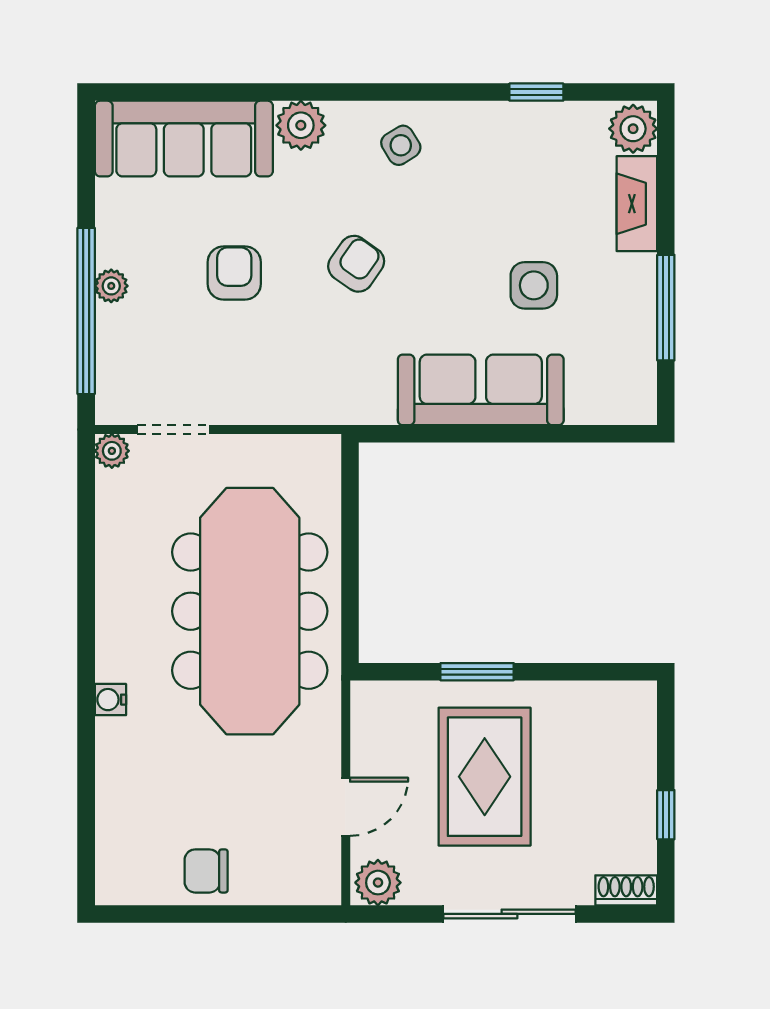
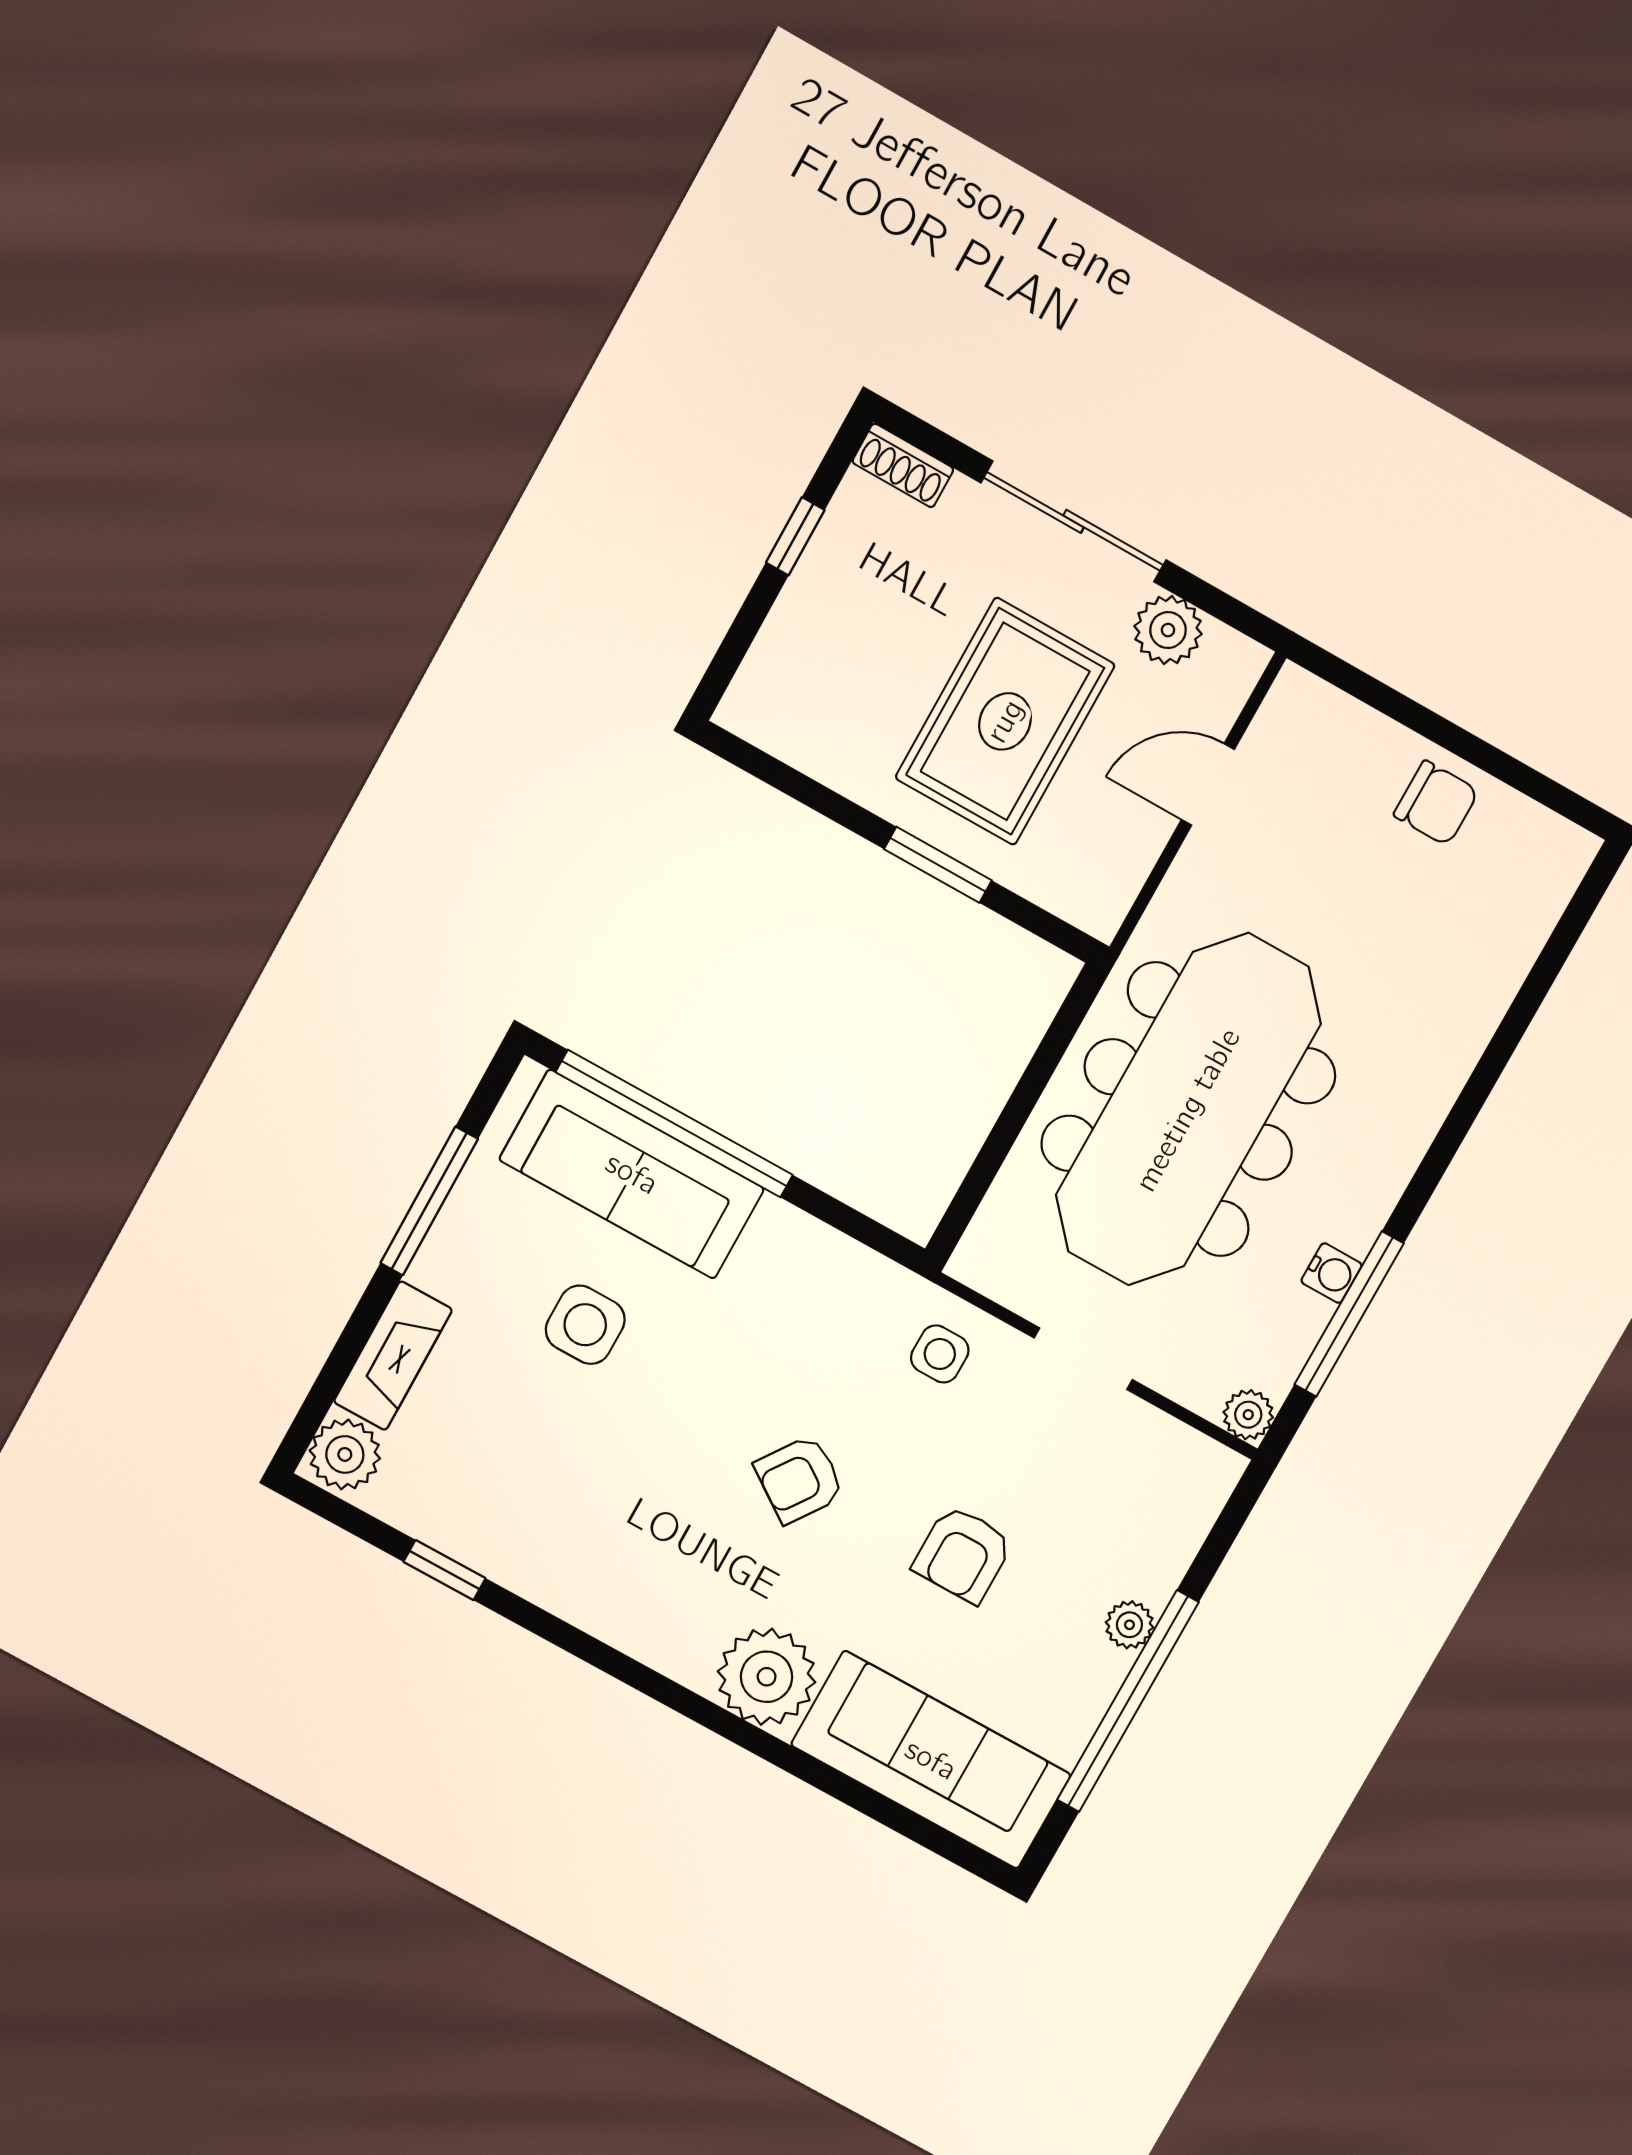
plant: (301, 125) -> (767, 1677), width x1.36, depth x1.36
side table: (401, 145) -> (940, 1354), moved, turned 32
window: (86, 311) -> (1128, 1701), moved
sofa: (481, 390) -> (632, 1174), moved
doorway: (173, 429) -> (1083, 1359), moved
window: (547, 434) -> (674, 1124), added
window: (86, 544) -> (1349, 1314), added
water cooler: (110, 700) -> (1331, 1273), moved
plant: (378, 883) -> (1168, 630), moved

